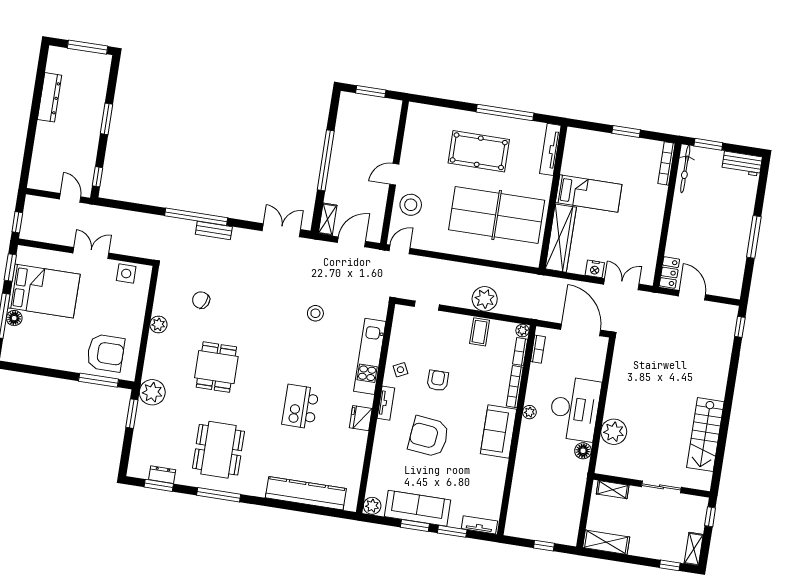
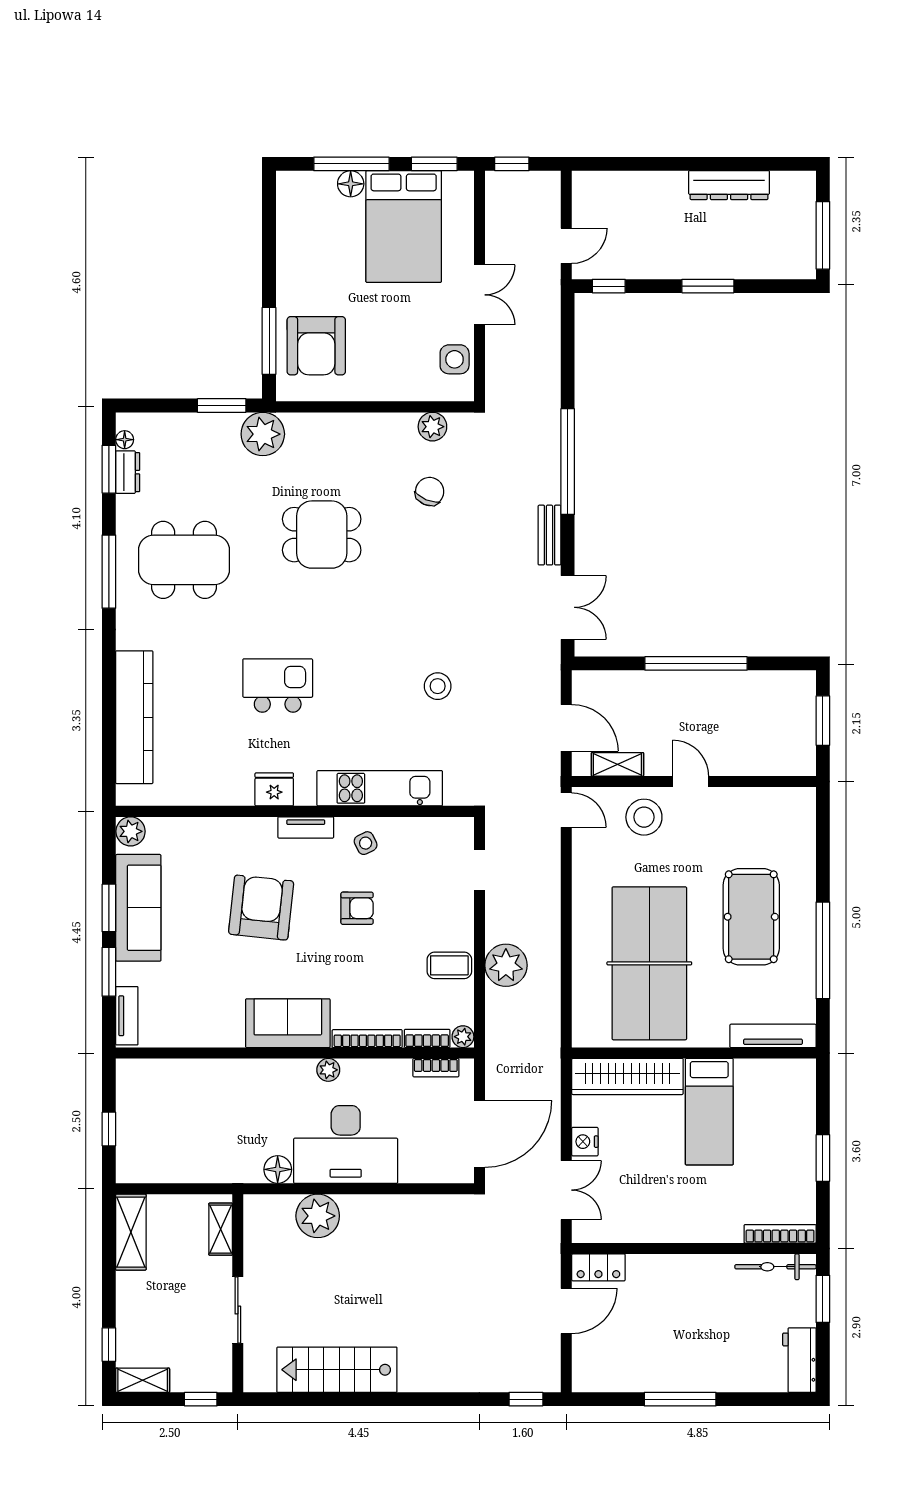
shelving: (328, 219) -> (617, 764), moved
bench: (214, 230) -> (549, 535), moved
plant: (158, 324) -> (432, 427), moved
floor lamp: (143, 473) -> (125, 440), added

